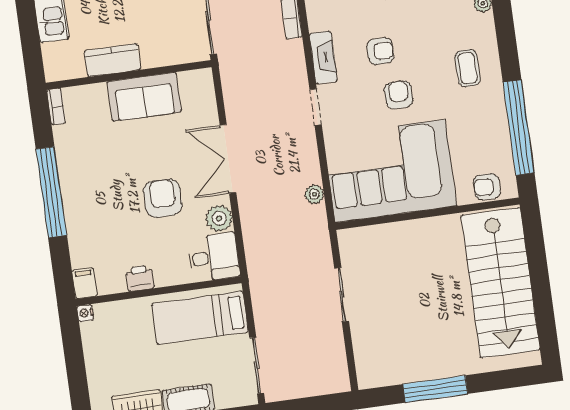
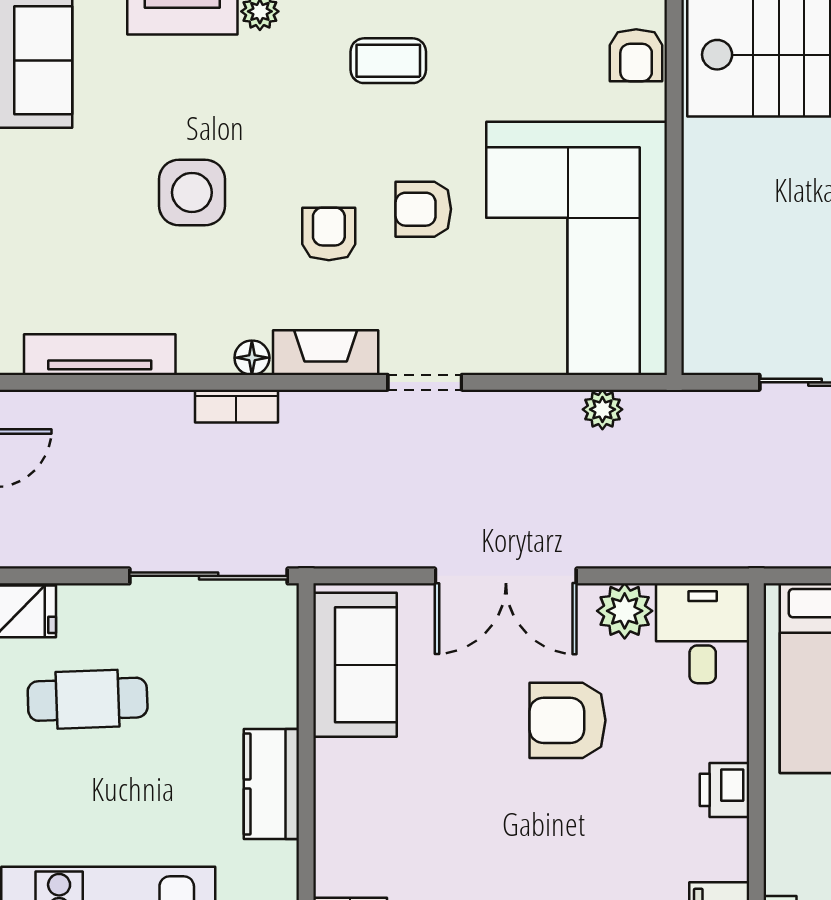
floor lamp: (316, 22) -> (252, 358), added
sofa: (144, 97) -> (355, 665), moved

